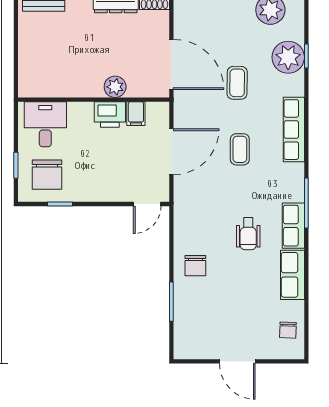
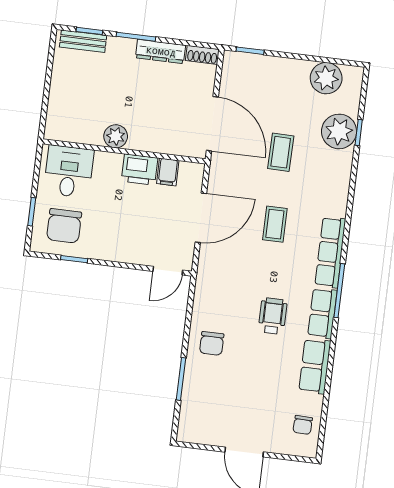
plant: (115, 87) -> (116, 136), moved
row of seats: (294, 130) -> (330, 252), moved
wheelchair: (248, 234) -> (273, 316), turned 180

